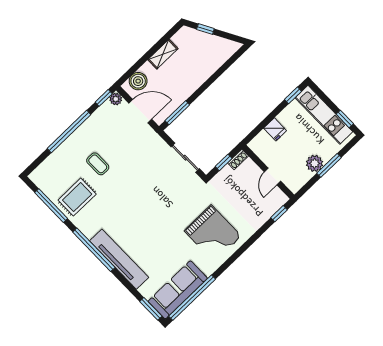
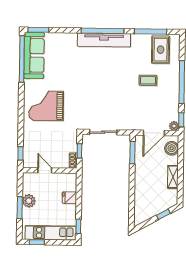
rug: (77, 197) -> (161, 50), moved
tv unit: (119, 259) -> (104, 40), moved

